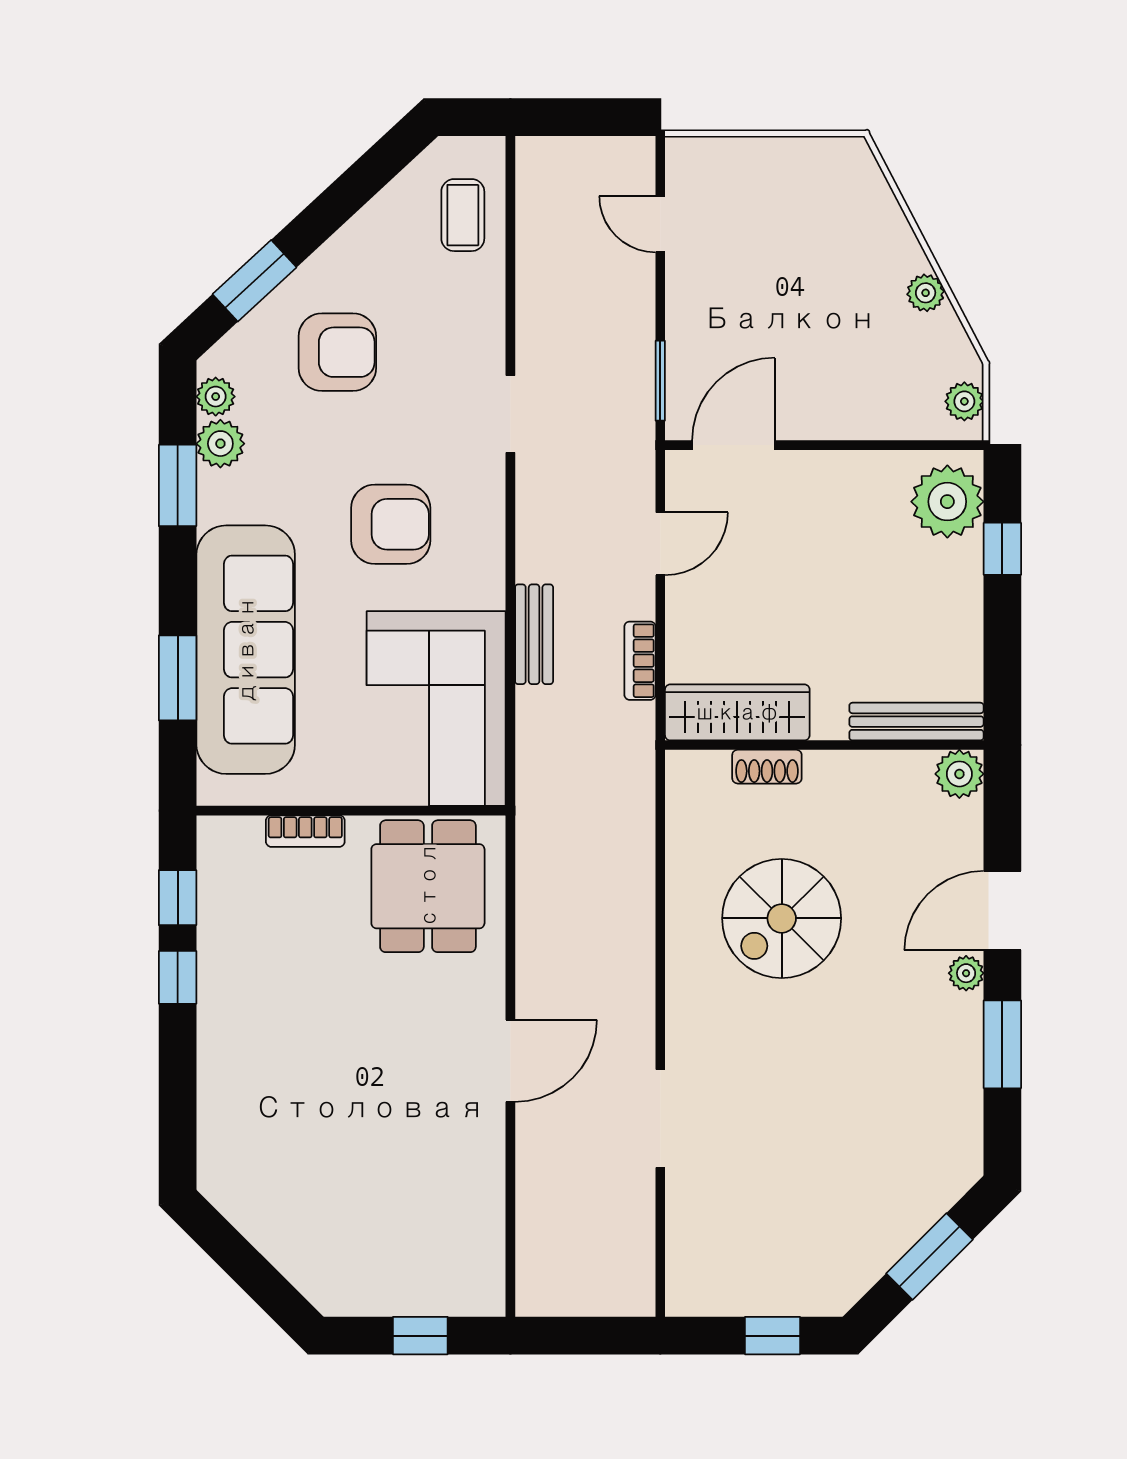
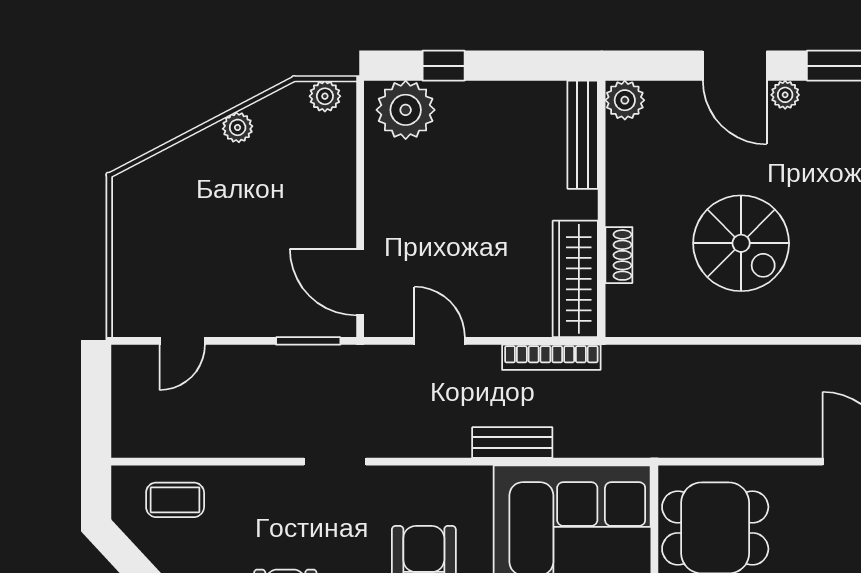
bookcase: (640, 661) -> (551, 357), width x1.56

